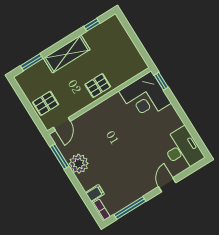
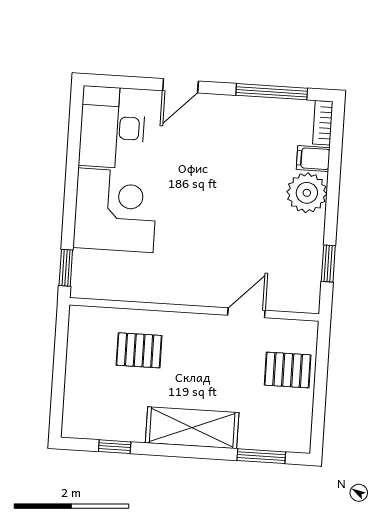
pallet: (98, 86) -> (139, 350), moved
corner desk: (145, 97) -> (115, 210), moved
door: (62, 124) -> (246, 313), moved
window: (59, 156) -> (328, 263), width x0.67
plant: (79, 164) -> (307, 193), moved

